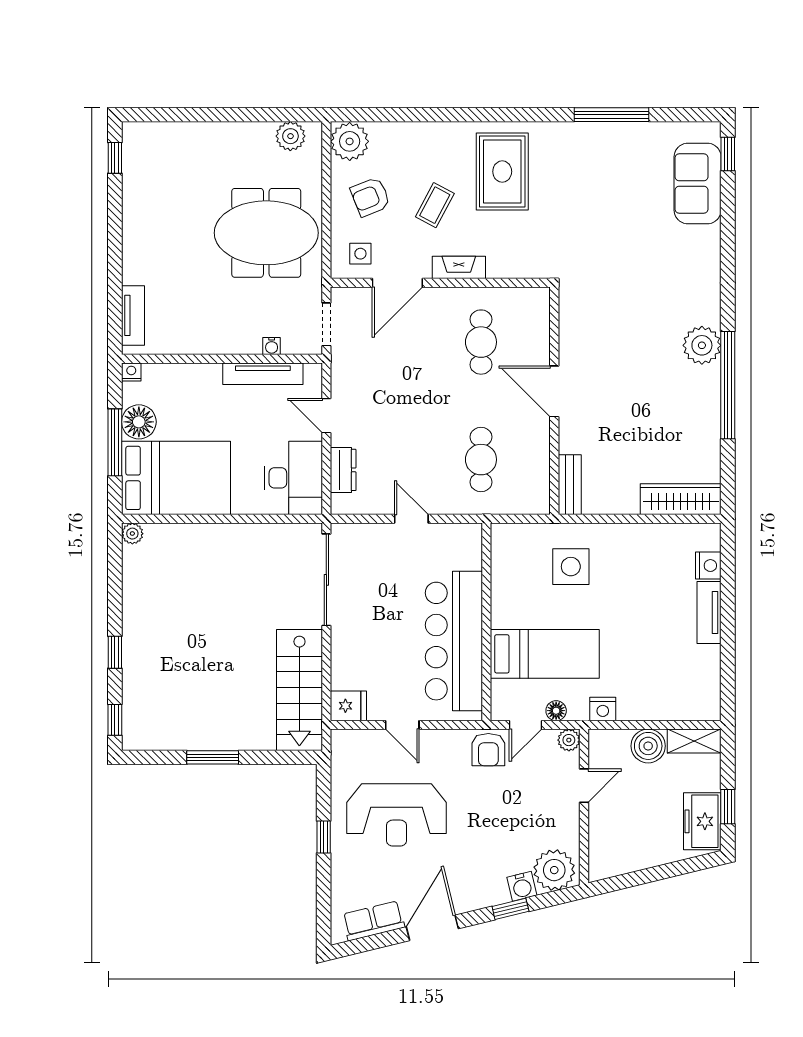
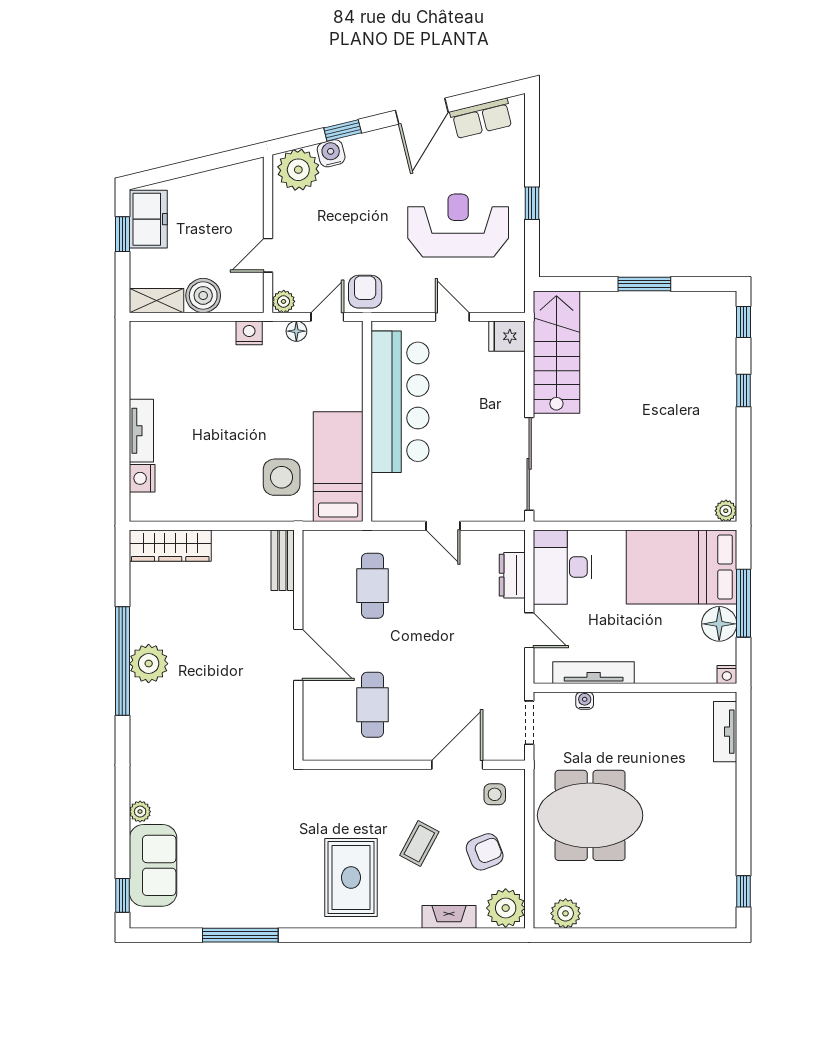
plant: (710, 237) -> (140, 812), added
fireplace: (459, 267) -> (449, 917), moved, turned 180
plant: (702, 345) -> (149, 664), moved
bed: (545, 654) -> (338, 467), moved, turned 90

